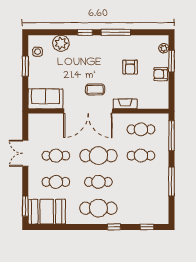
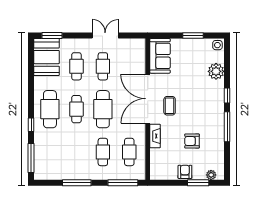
side table: (38, 52) -> (217, 45), moved
window: (147, 227) -> (31, 158), width x2.17

